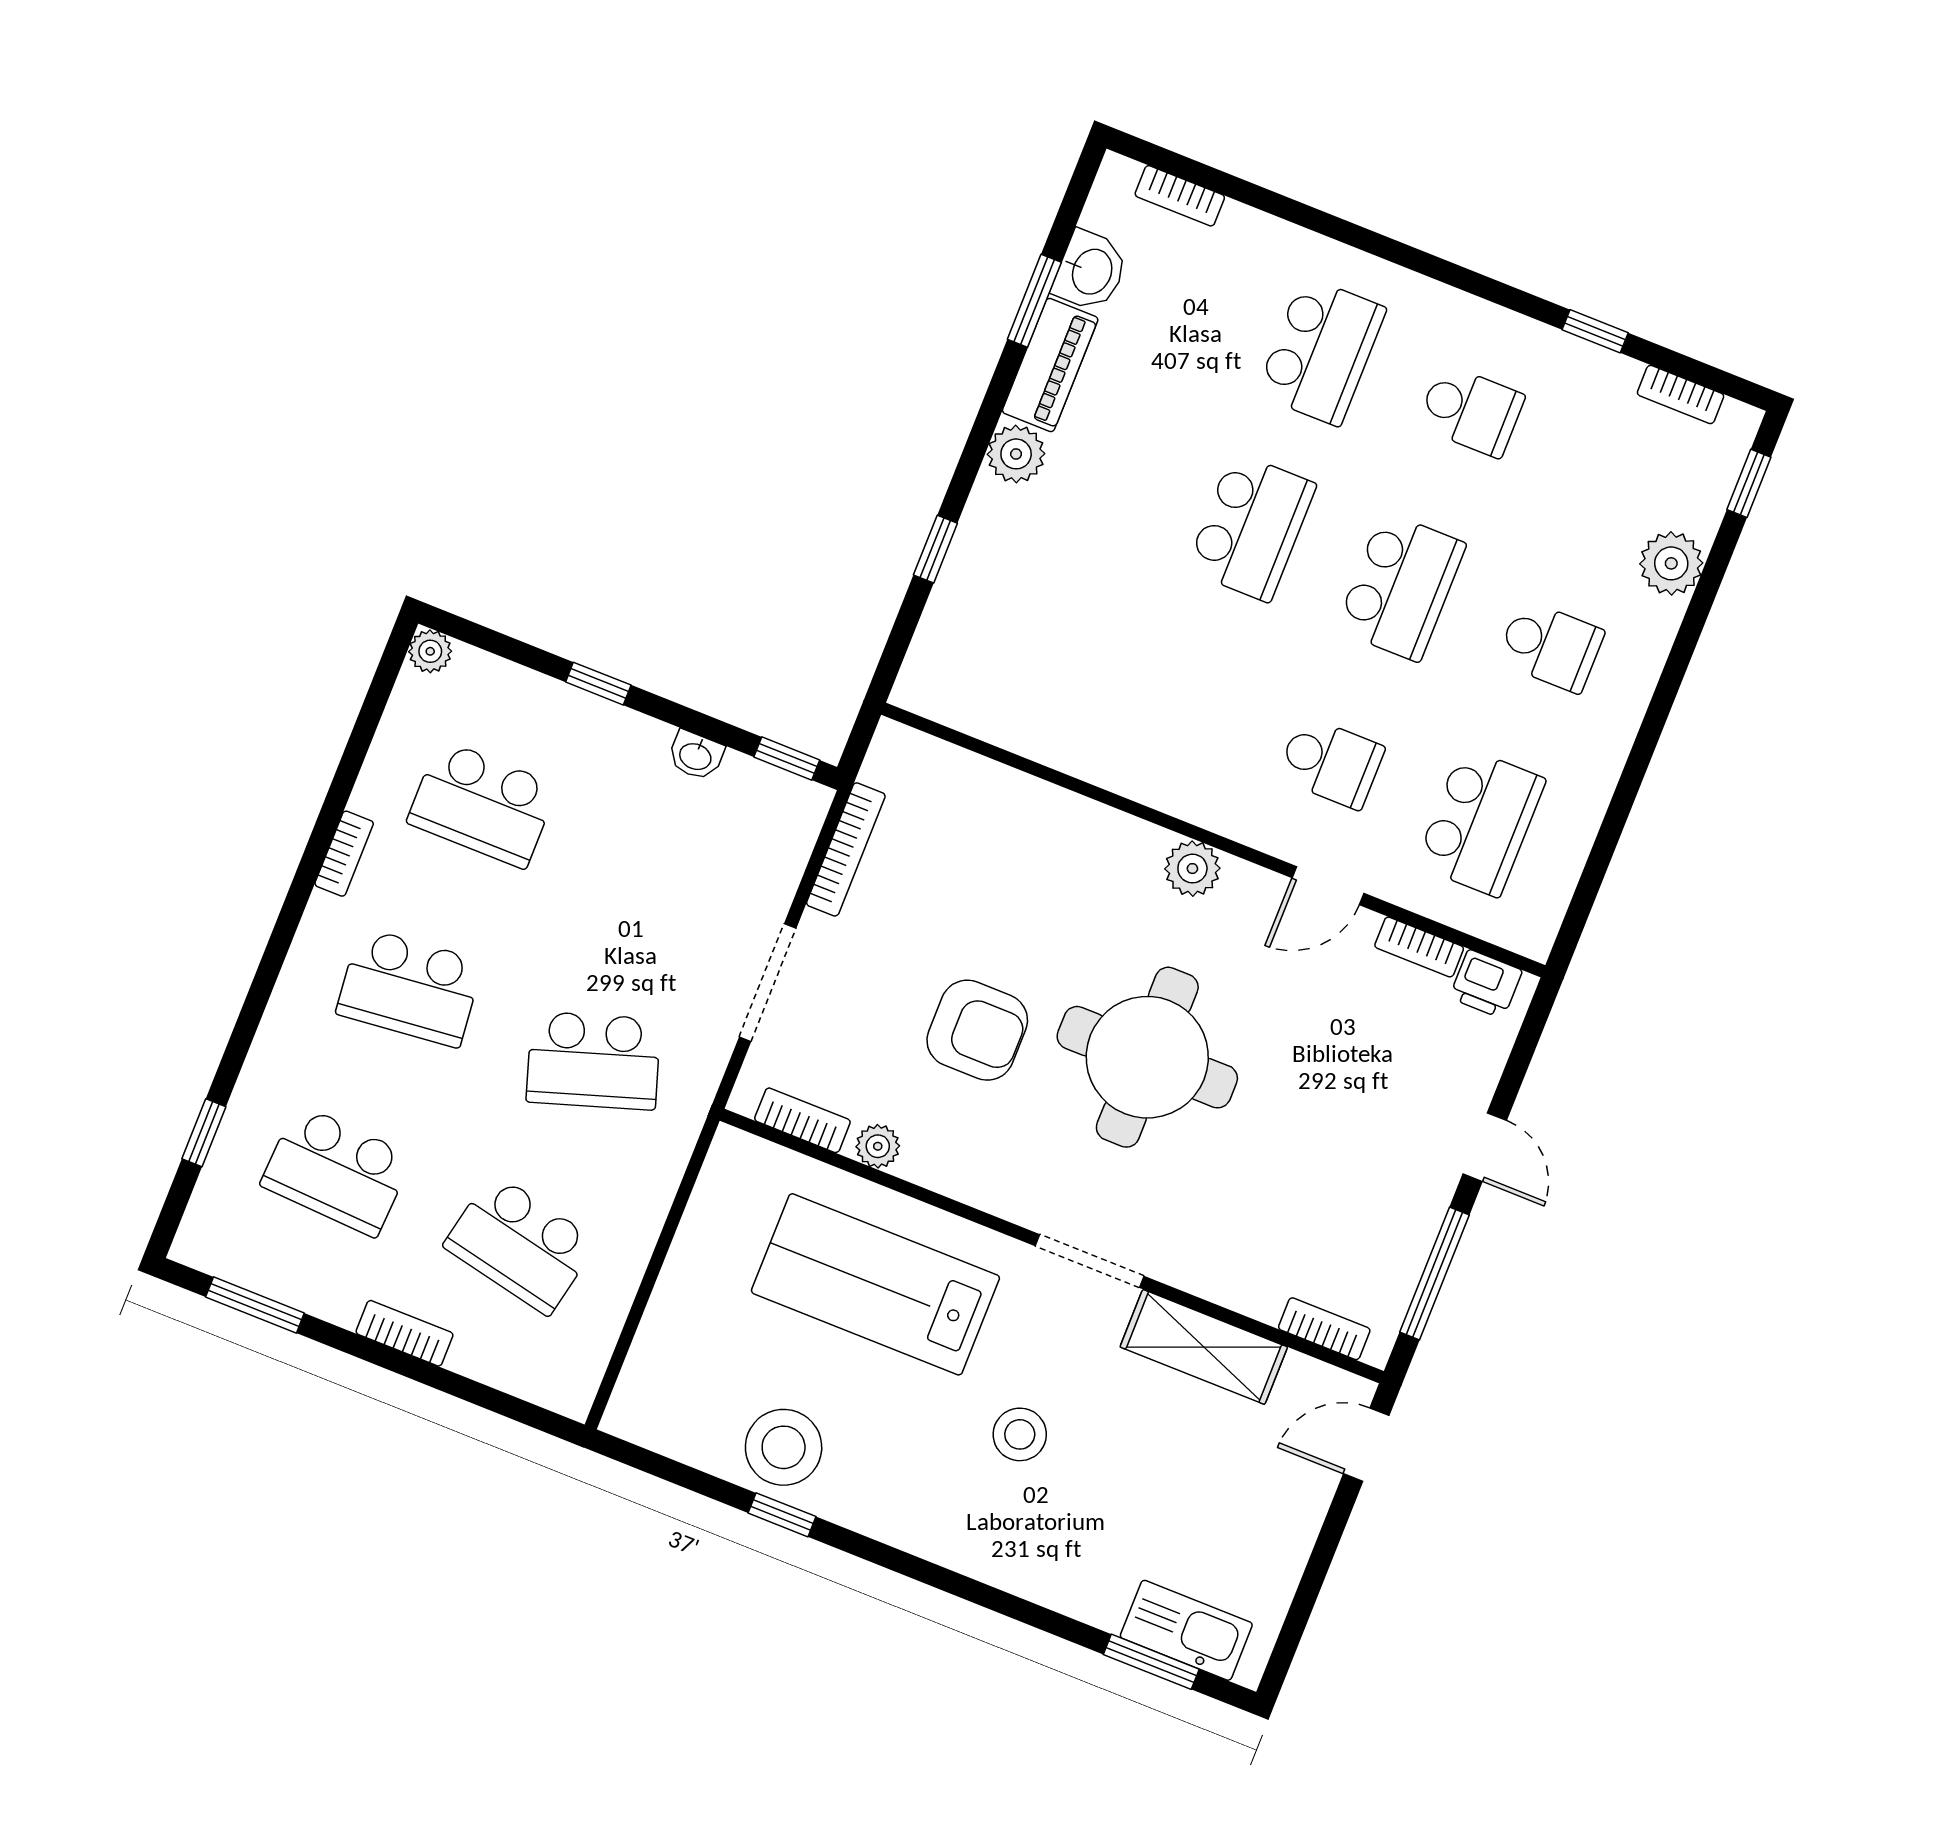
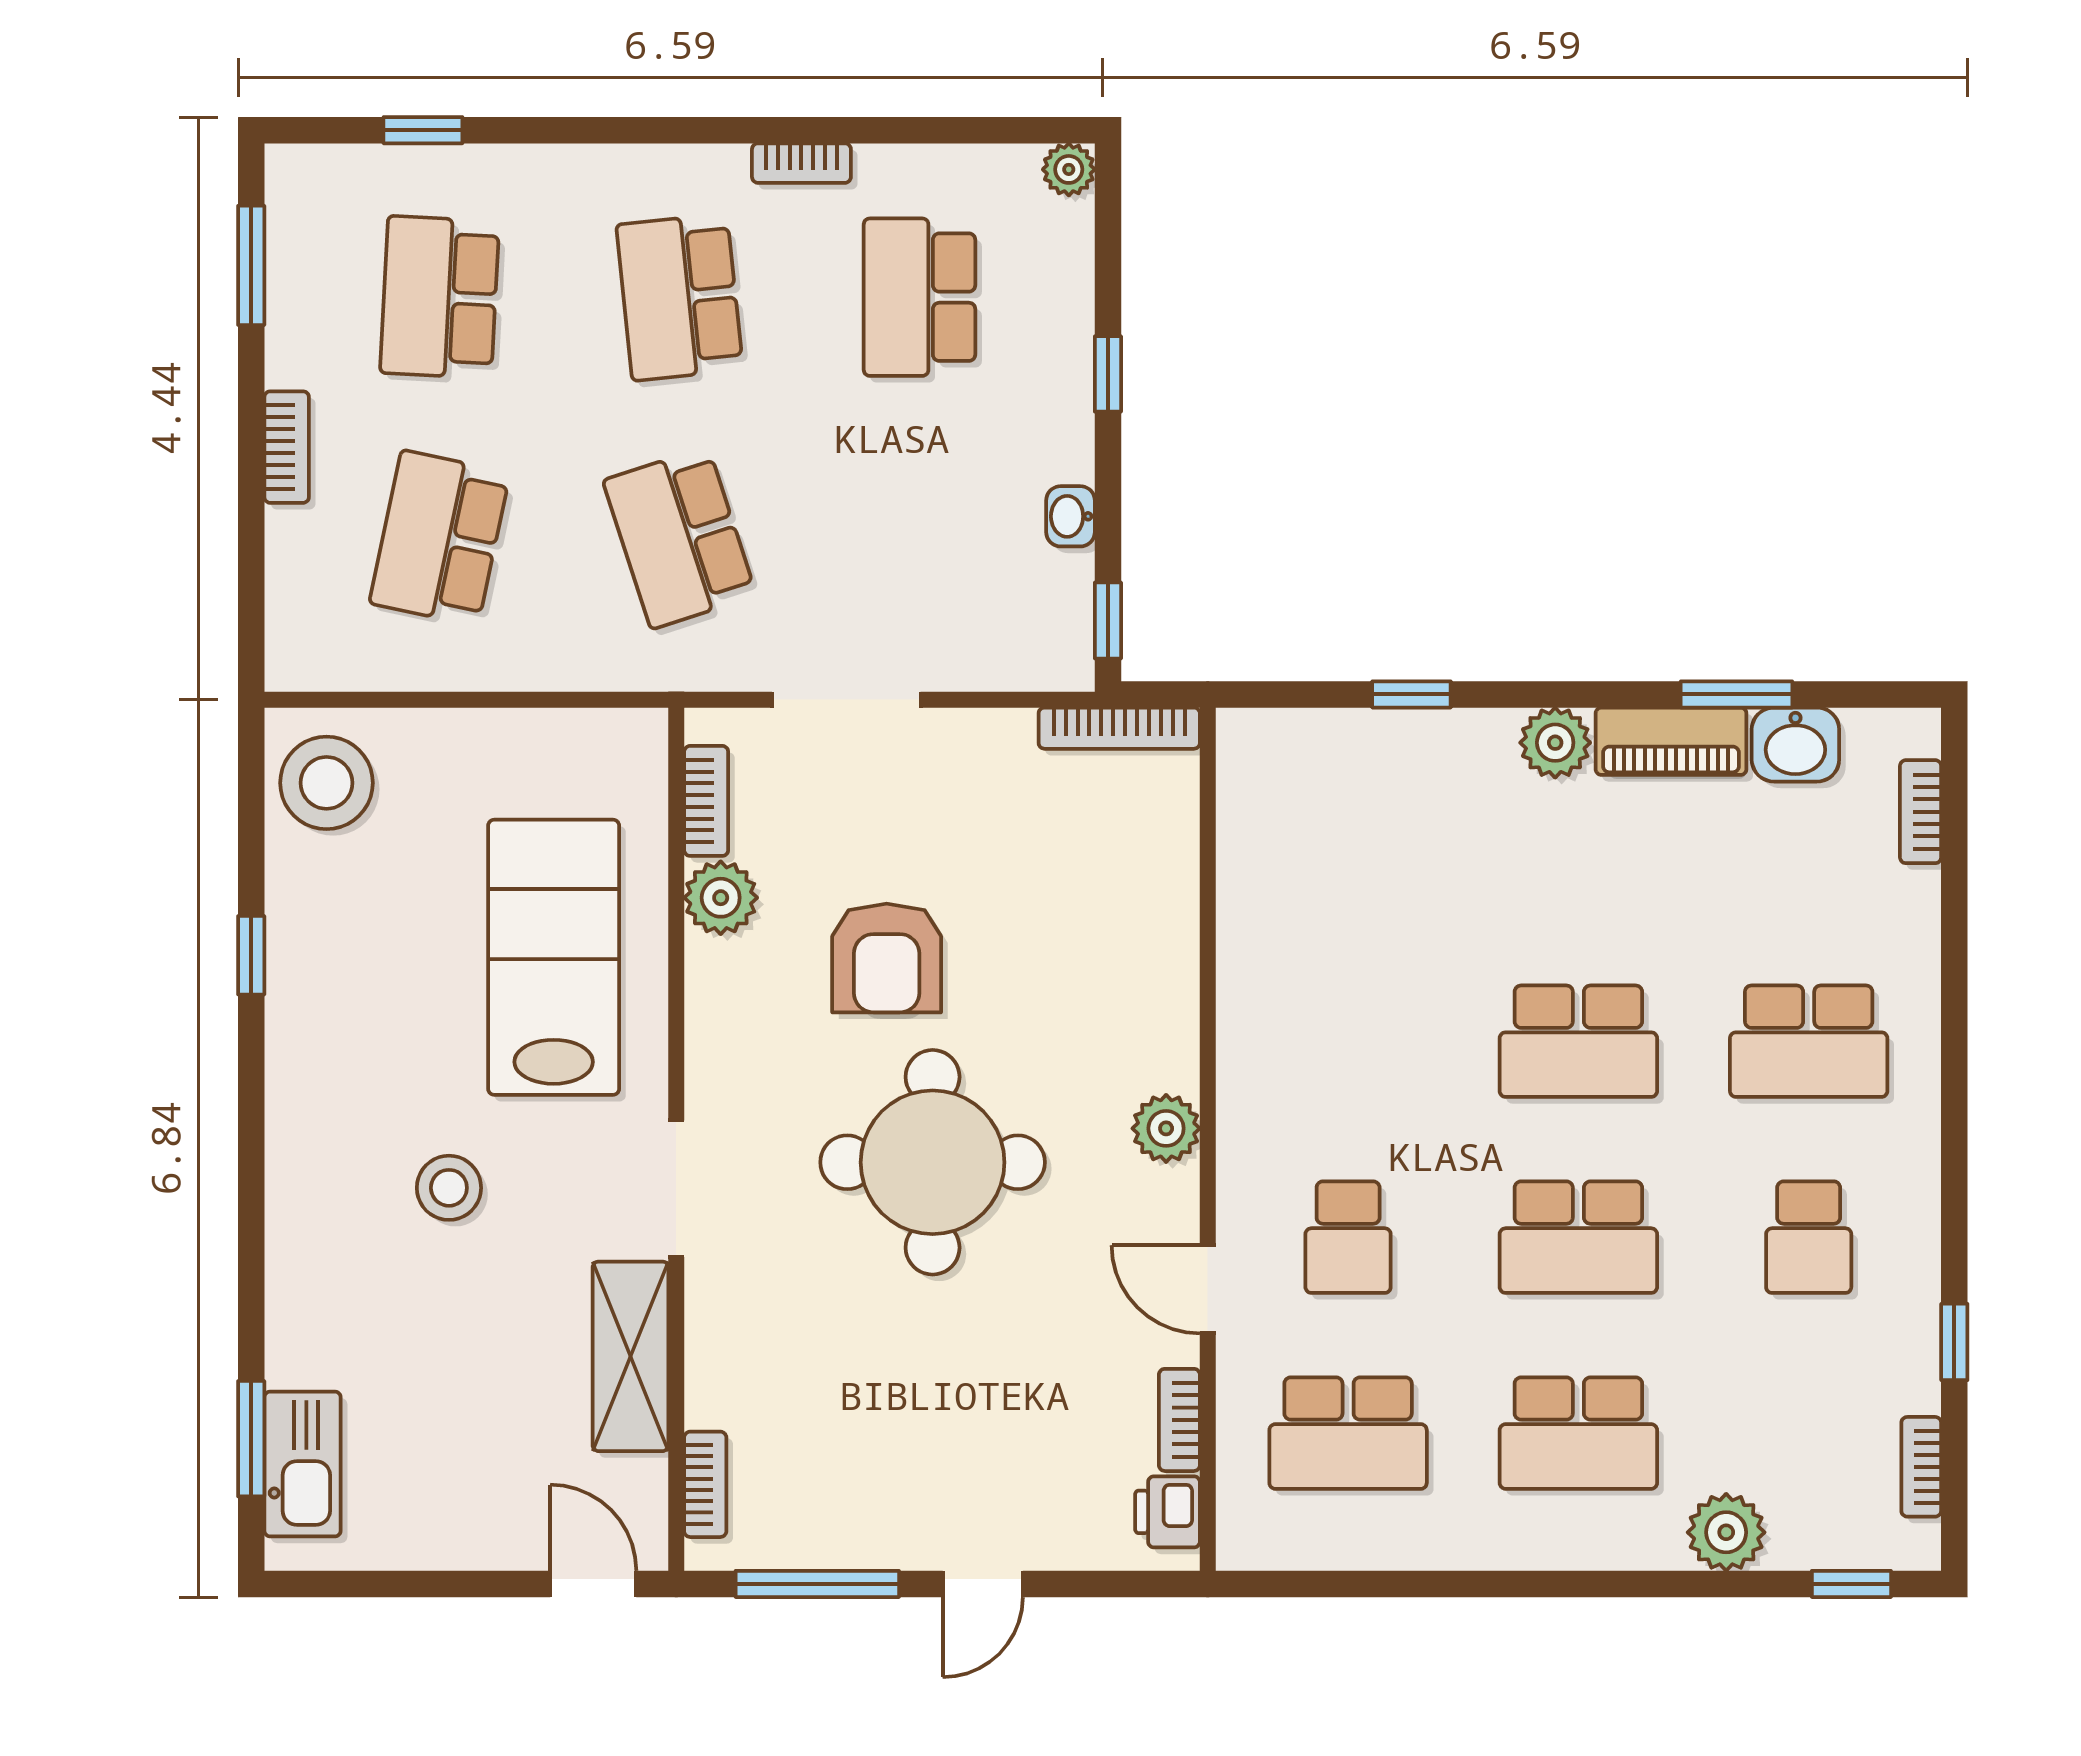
school desk: (1551, 646) -> (1578, 1433), width x1.85
bookcase: (846, 849) -> (1119, 728), moved
plant: (878, 1146) -> (721, 898), width x1.38, depth x1.38
stool: (784, 1447) -> (326, 783), moved

